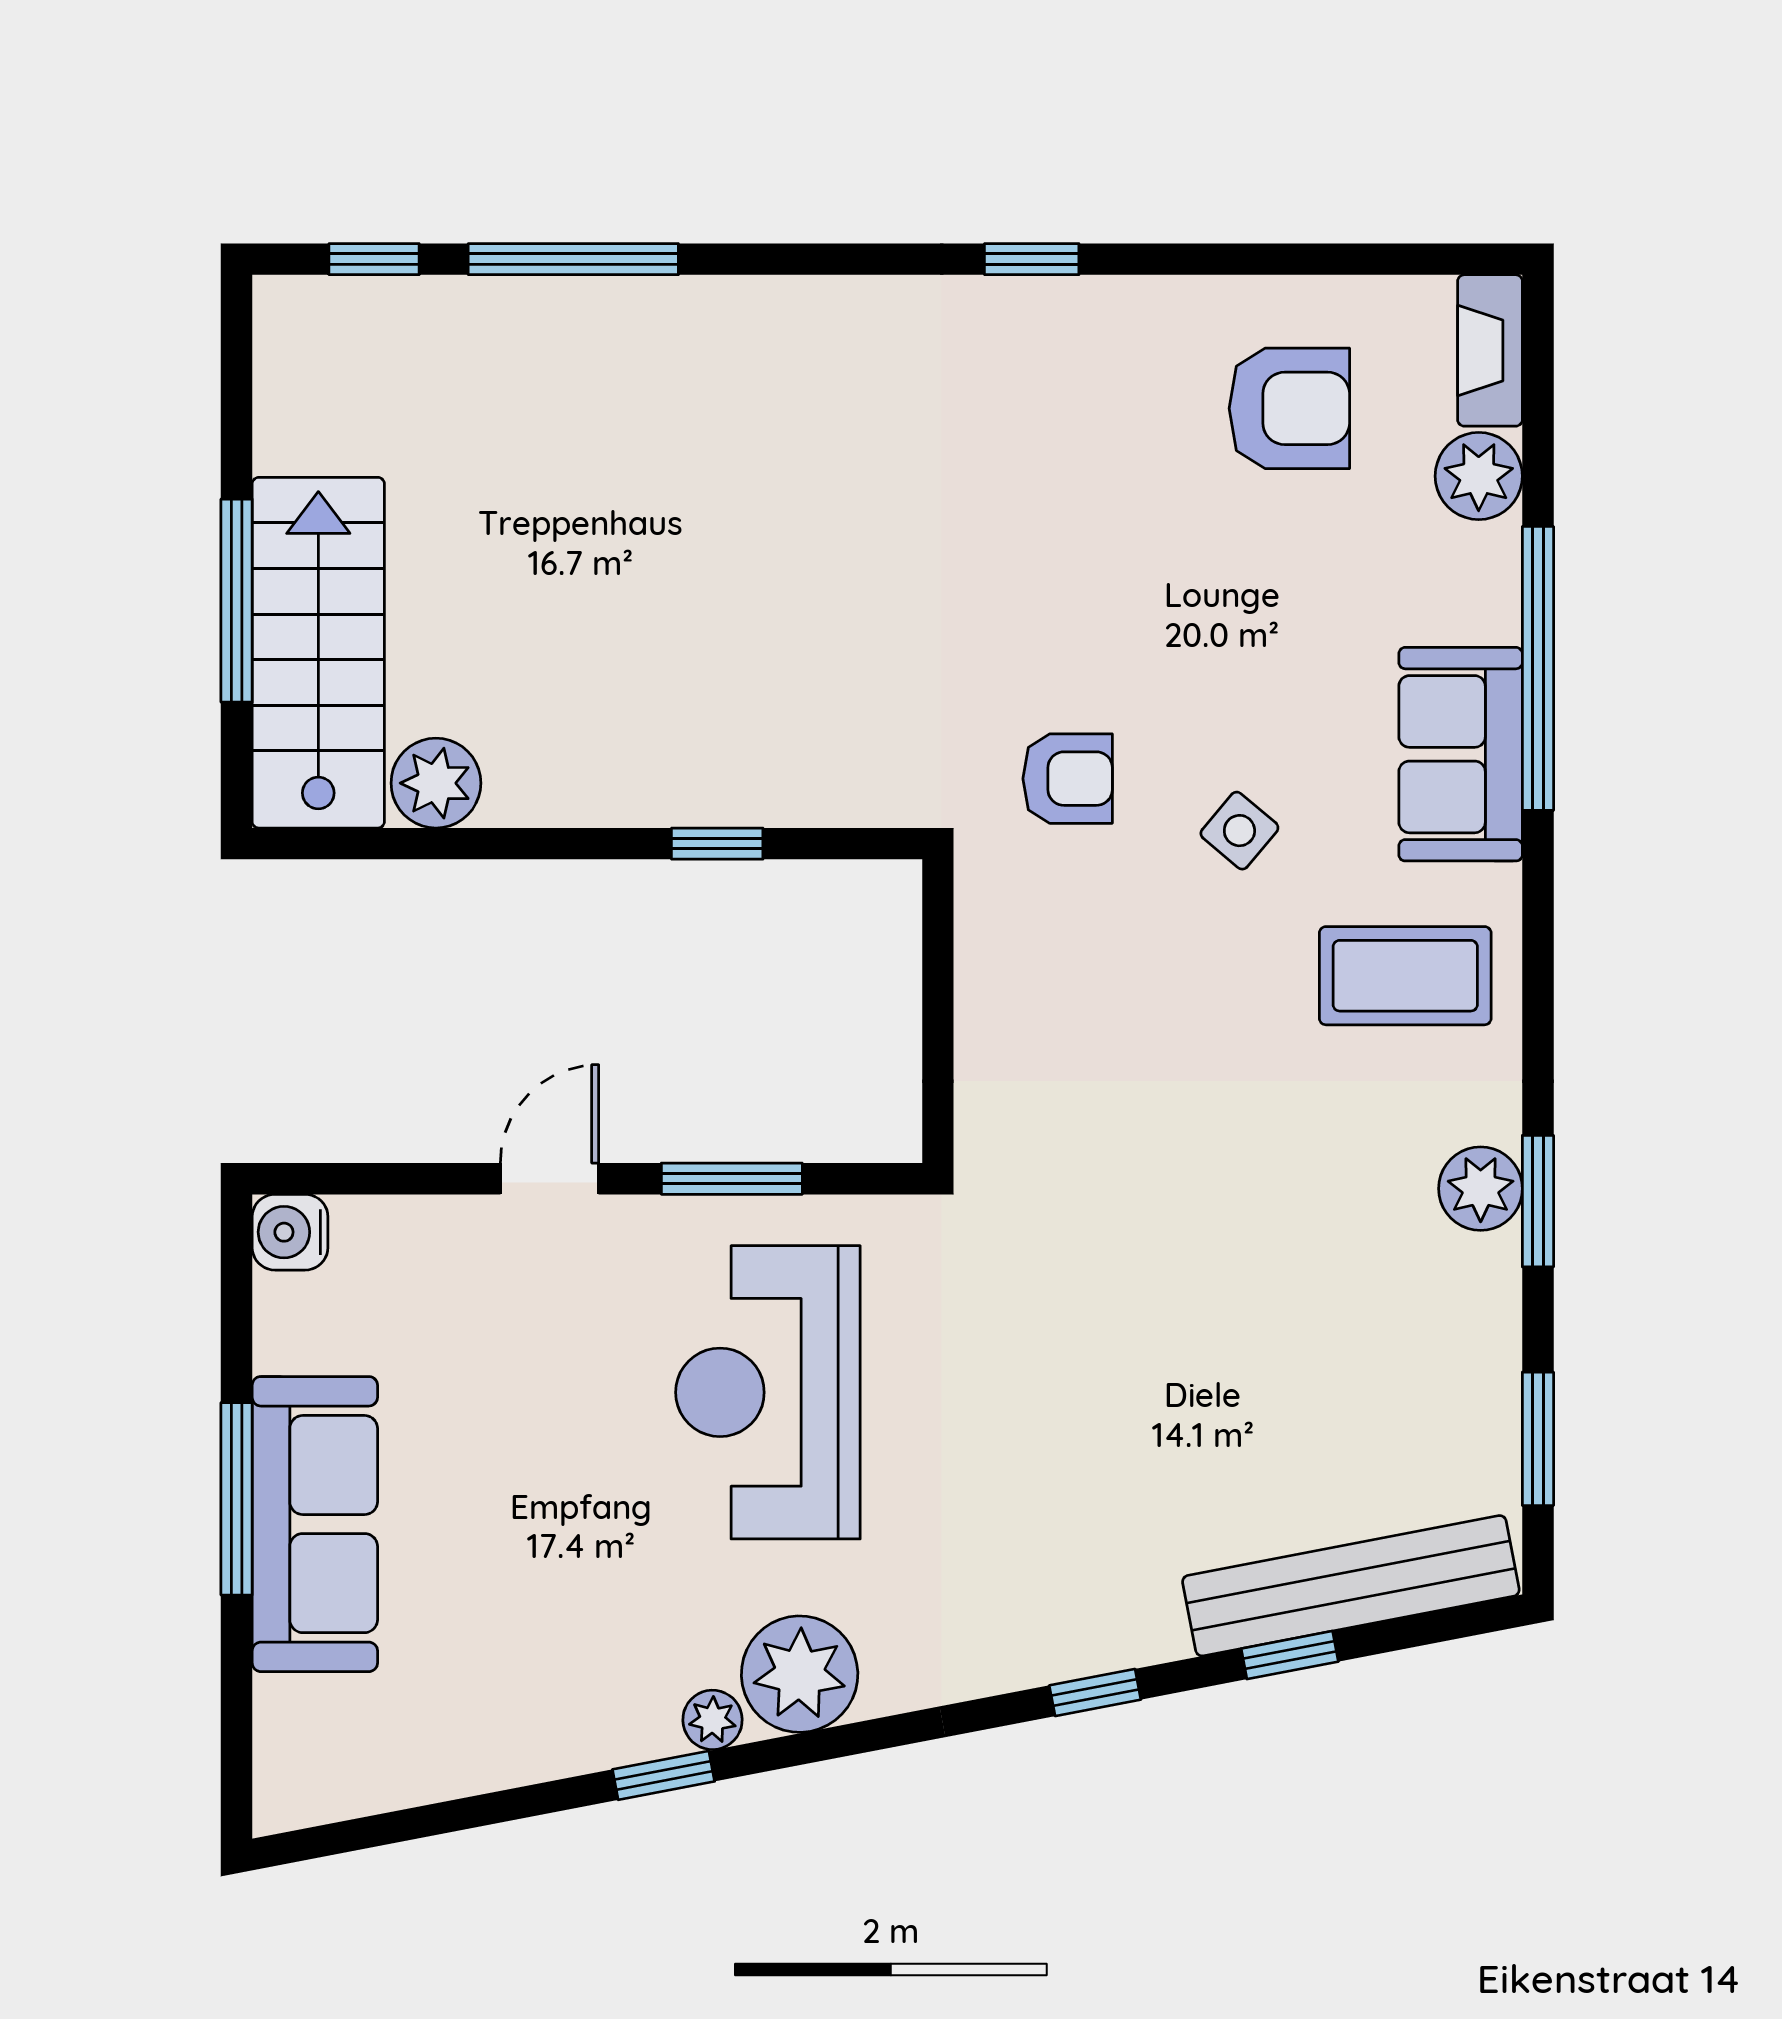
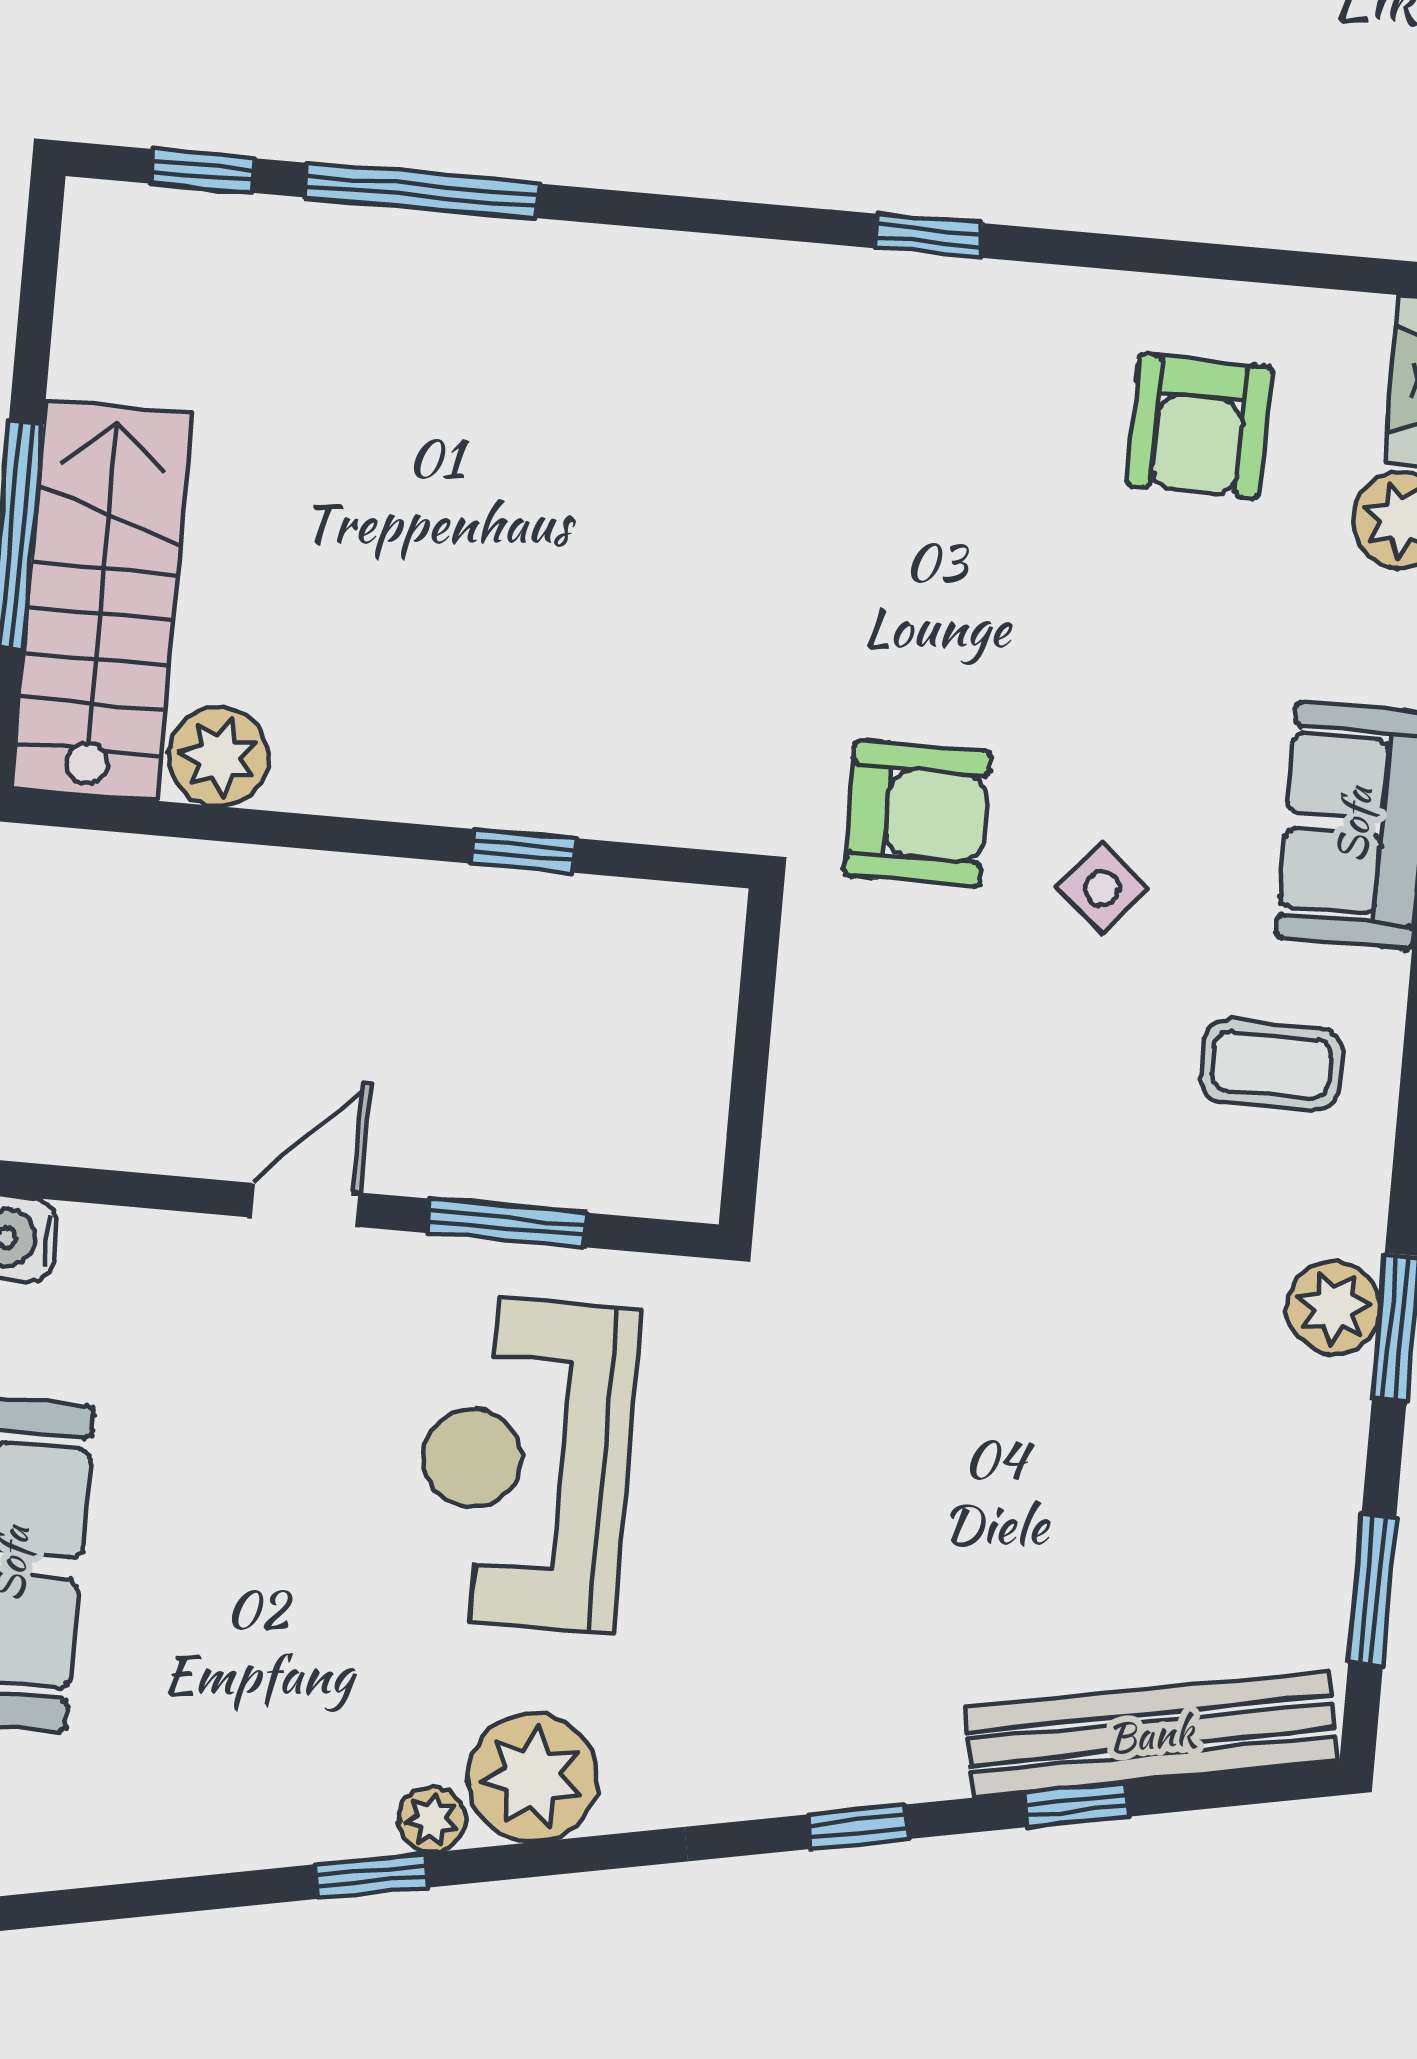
armchair: (1289, 408) -> (1199, 426), turned 91
armchair: (1068, 779) -> (917, 814), width x1.38, depth x1.38
coffee table: (1405, 976) -> (1271, 1065), width x0.73, depth x0.77

